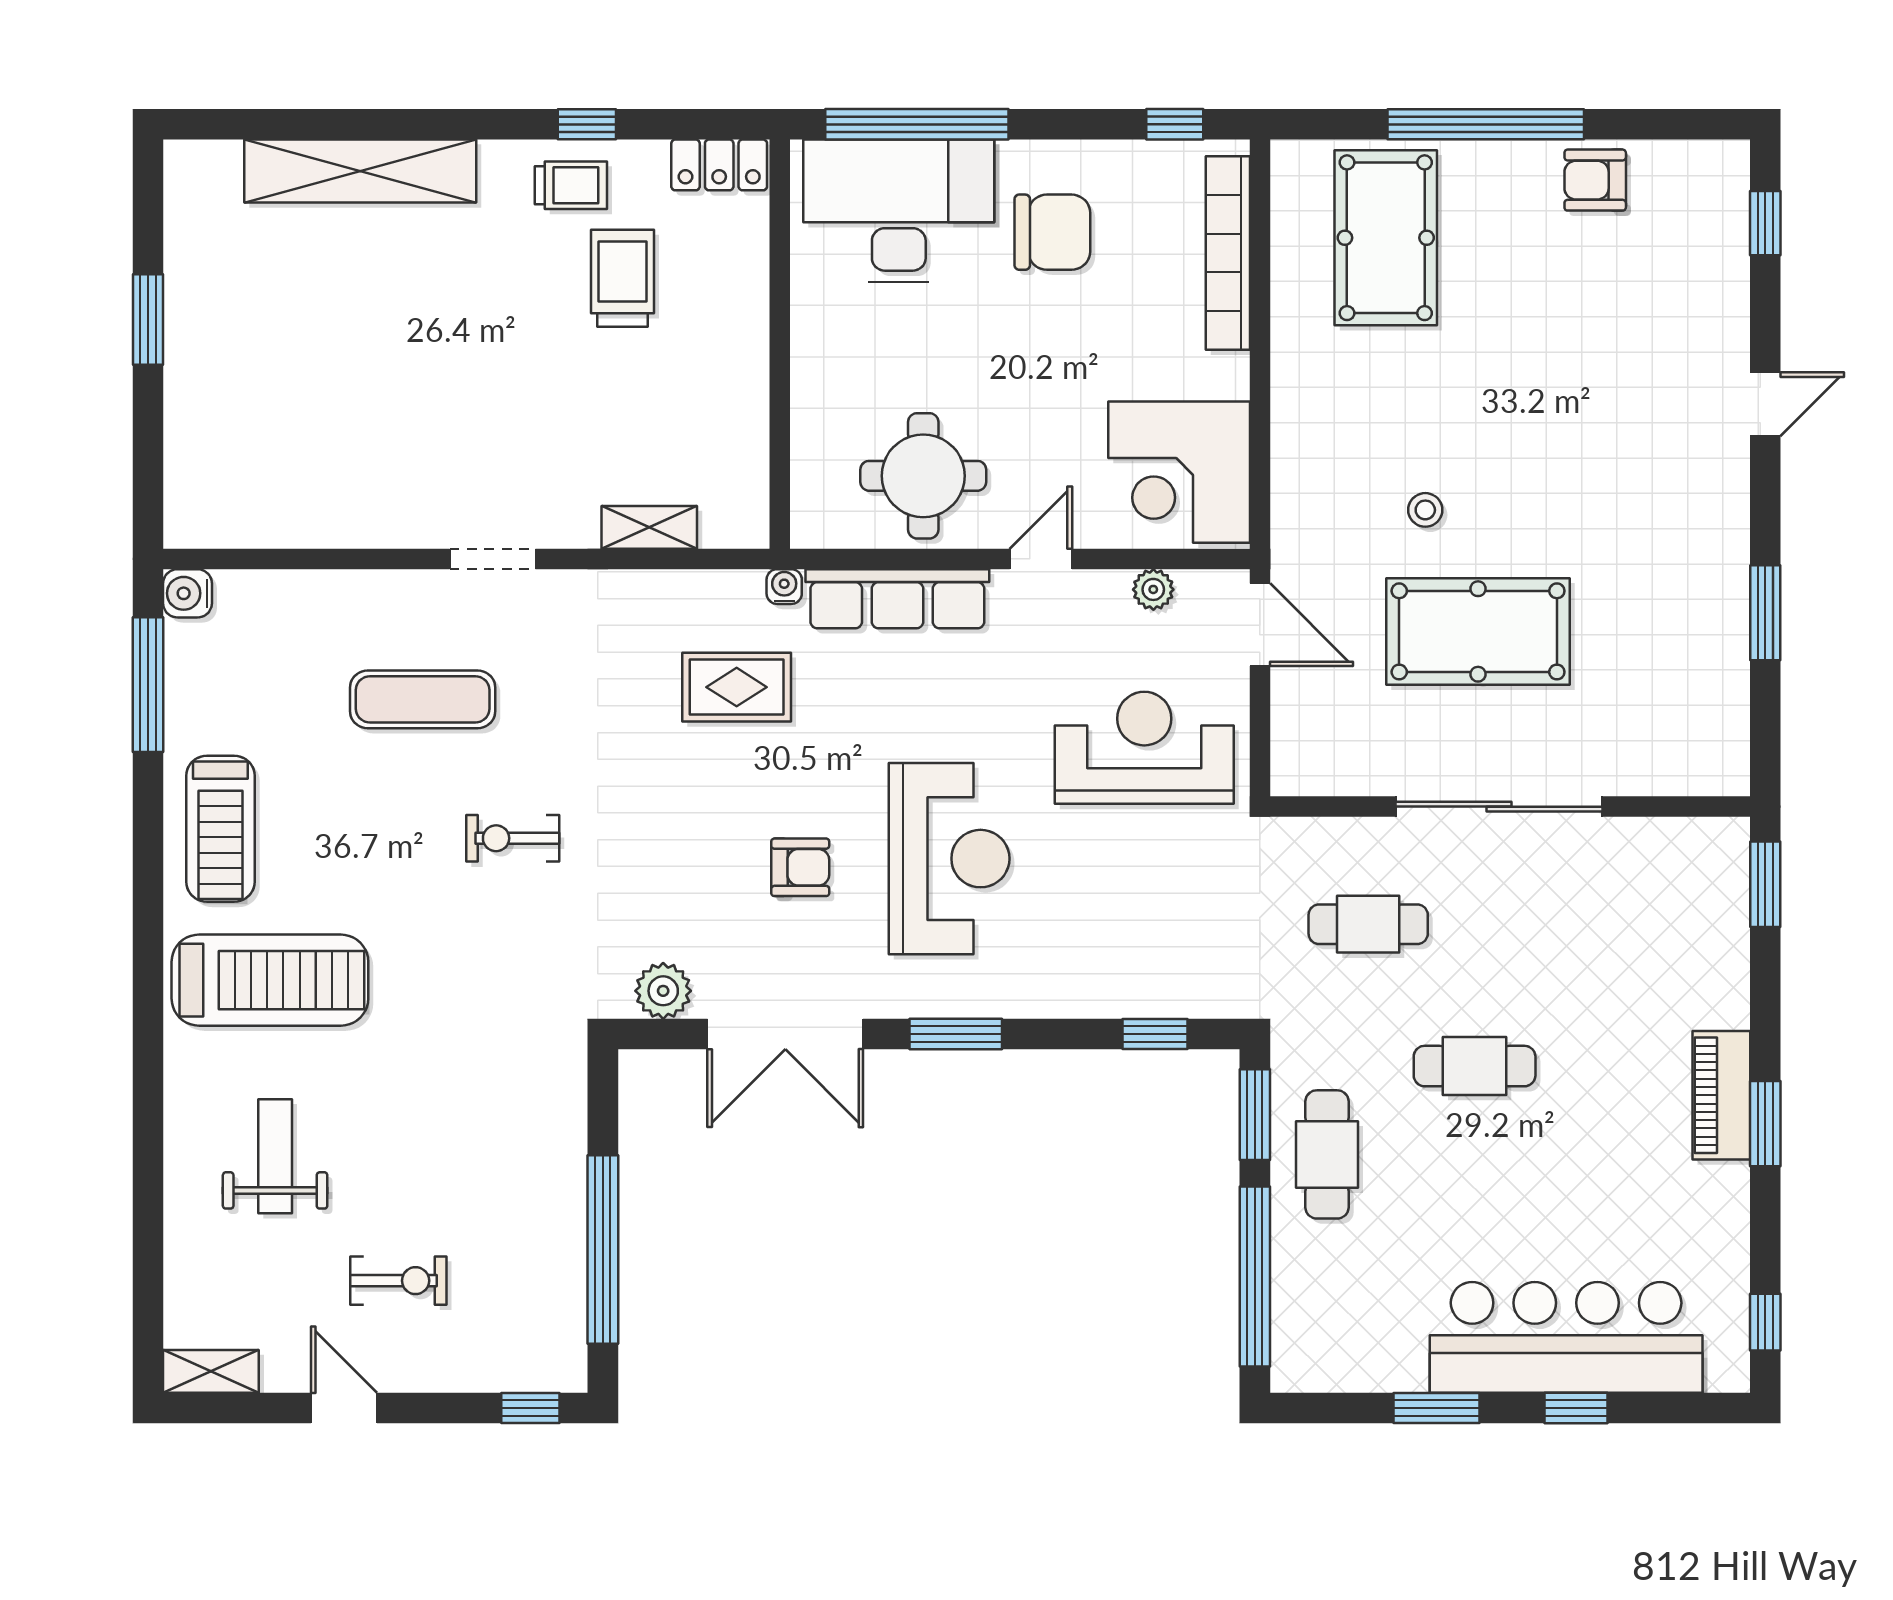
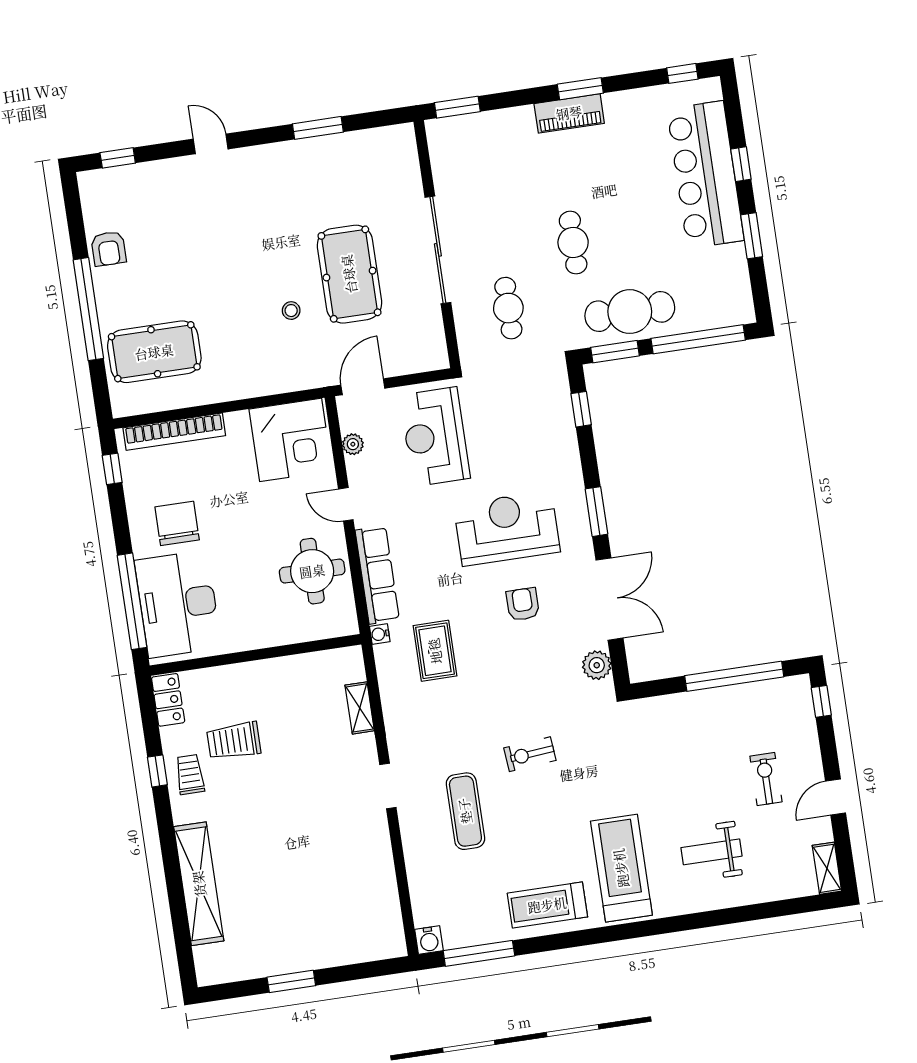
treadmill: (220, 829) -> (547, 905), turned 180
exercise bike: (513, 838) -> (530, 754), turned 85
cafe table: (1327, 1154) -> (630, 312), width x1.37, depth x1.35

